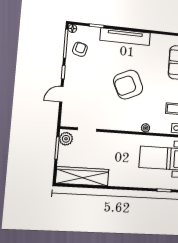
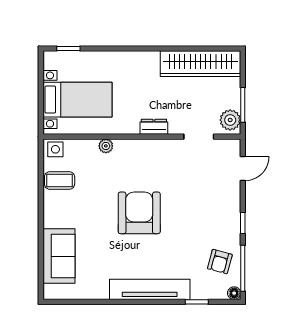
armchair: (128, 85) -> (139, 213), turned -65
door: (61, 94) -> (243, 168), moved
dresser: (115, 138) -> (154, 127), added

